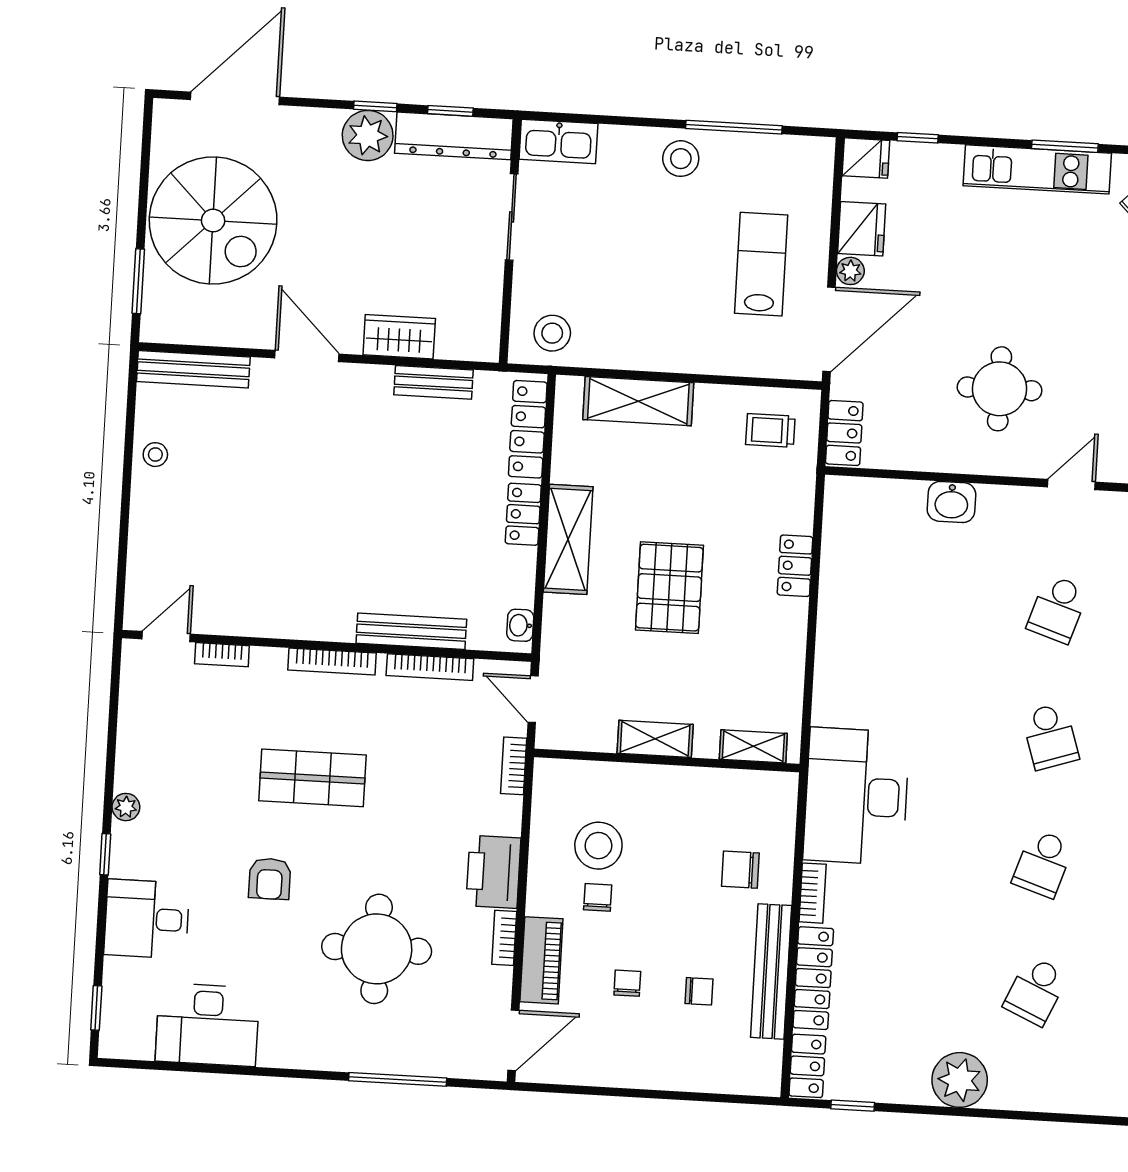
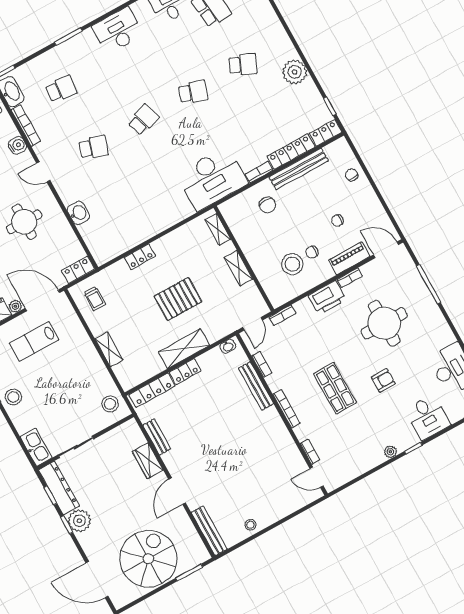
shelving: (638, 401) -> (109, 349), width x0.67, depth x0.75
bookcase: (430, 667) -> (262, 364), width x0.64
chair: (699, 991) -> (352, 175), moved

